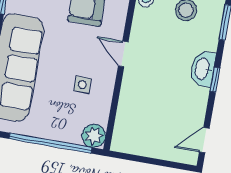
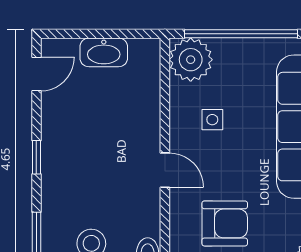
washbasin: (203, 69) -> (104, 52), moved, turned 90
plant: (94, 136) -> (191, 60), width x1.36, depth x1.36

